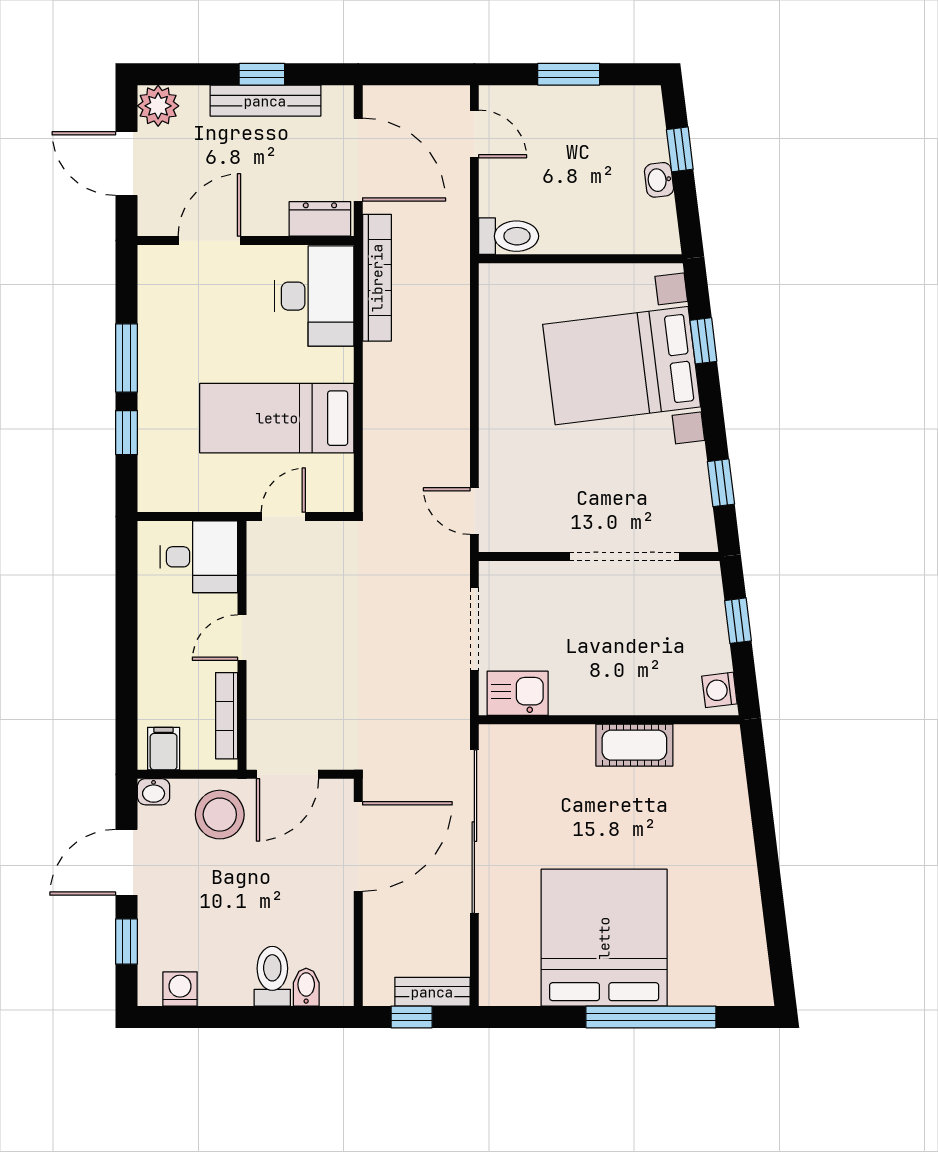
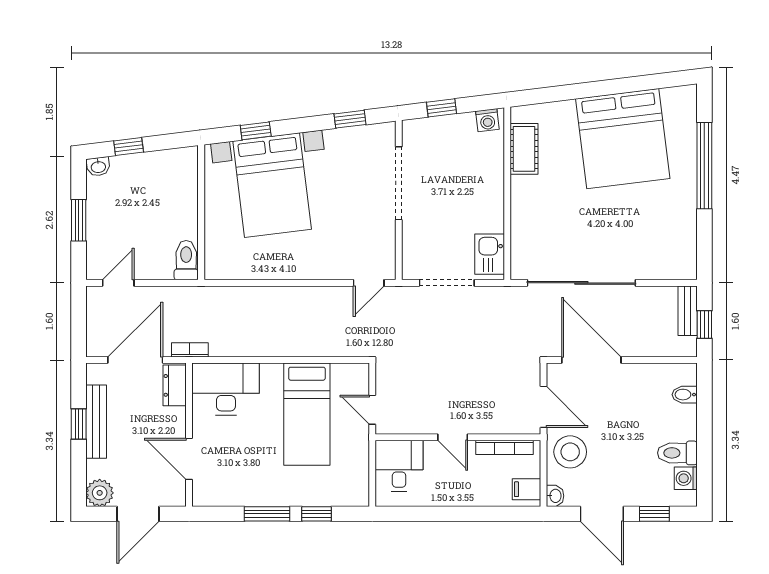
washbasin: (659, 180) -> (98, 167), moved
bookcase: (377, 278) -> (190, 350), width x0.43, depth x0.76
cot: (634, 745) -> (524, 149), moved
bed: (604, 938) -> (623, 139), moved, turned -97
toilet: (272, 976) -> (677, 453), moved

